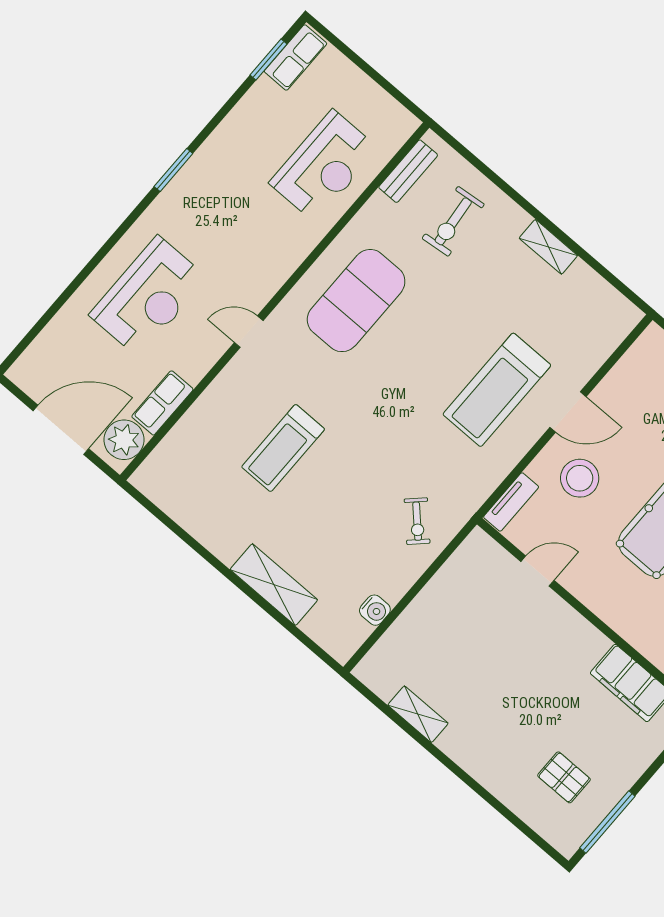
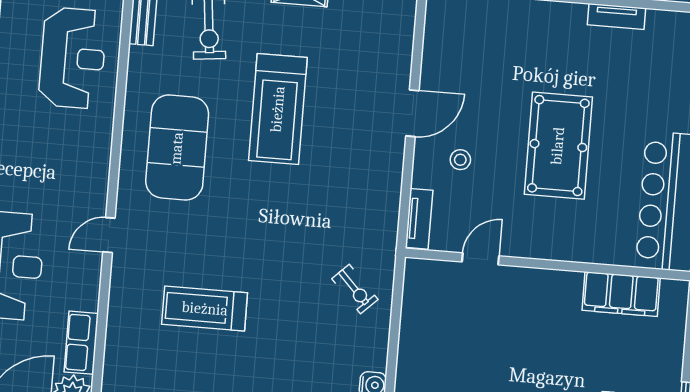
treadmill: (497, 390) -> (278, 109), moved
treadmill: (283, 448) -> (205, 309), turned 90
stool: (580, 478) -> (460, 160), width x0.53, depth x0.53

